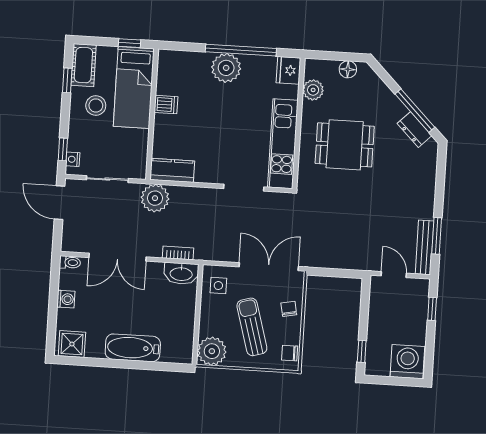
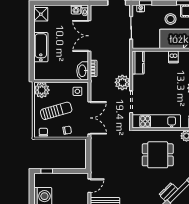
dining table: (345, 145) -> (158, 155), turned 90
plant: (155, 198) -> (122, 82), moved
washing machine: (66, 299) -> (76, 9), moved

